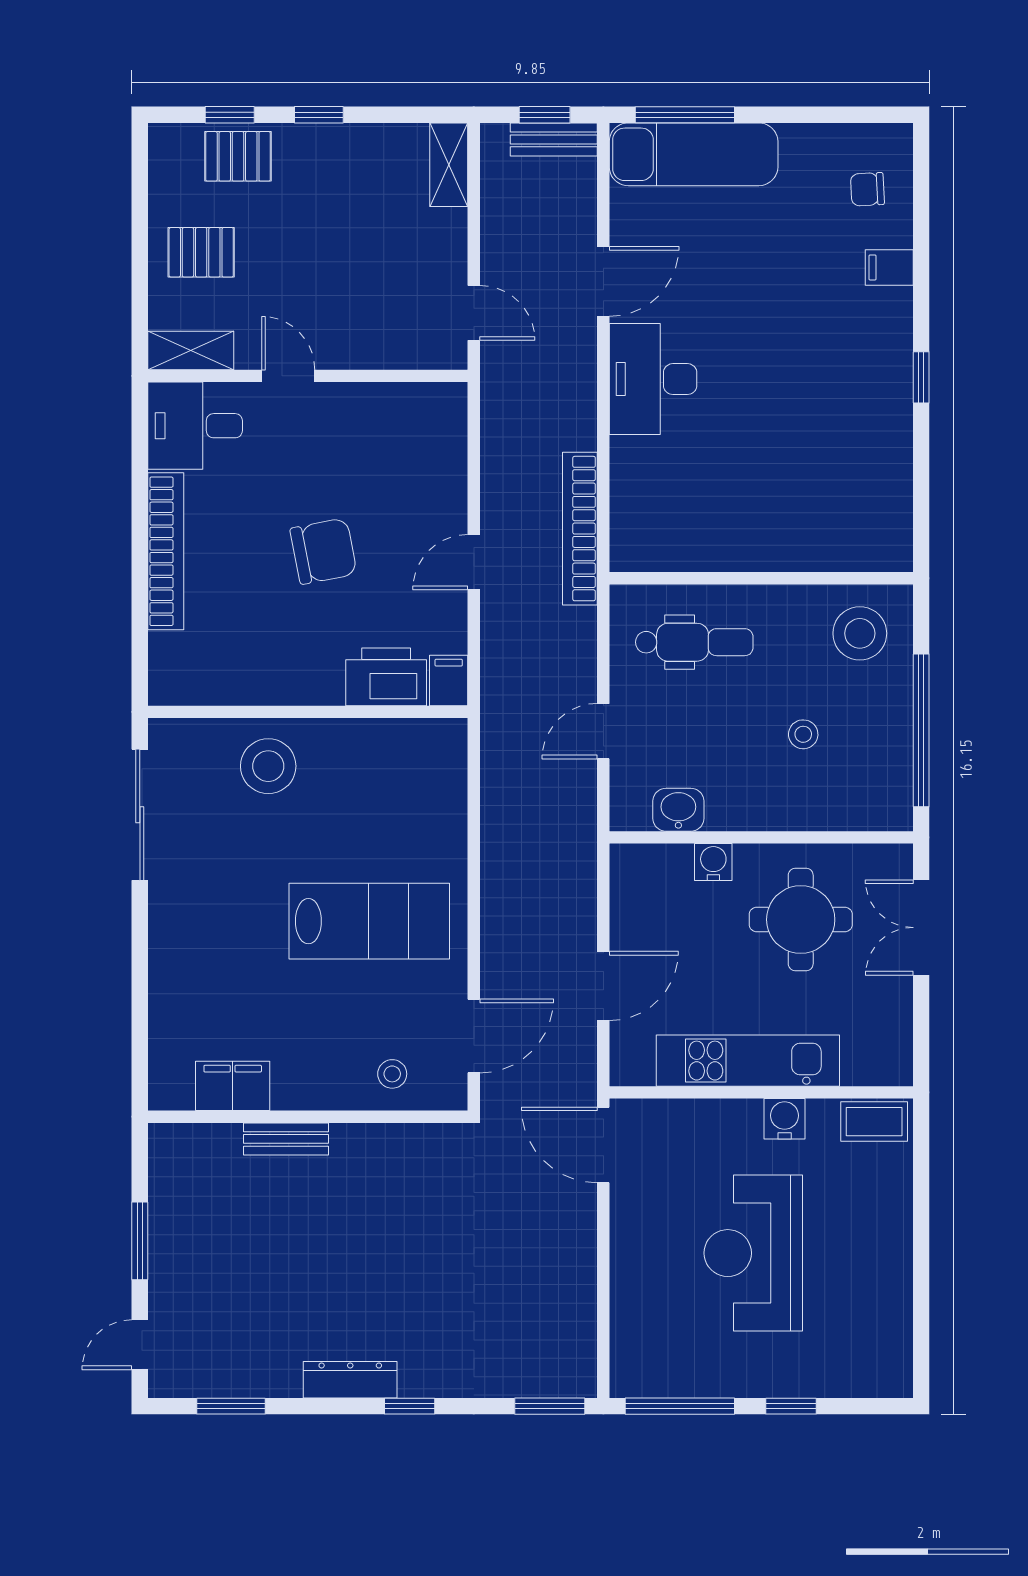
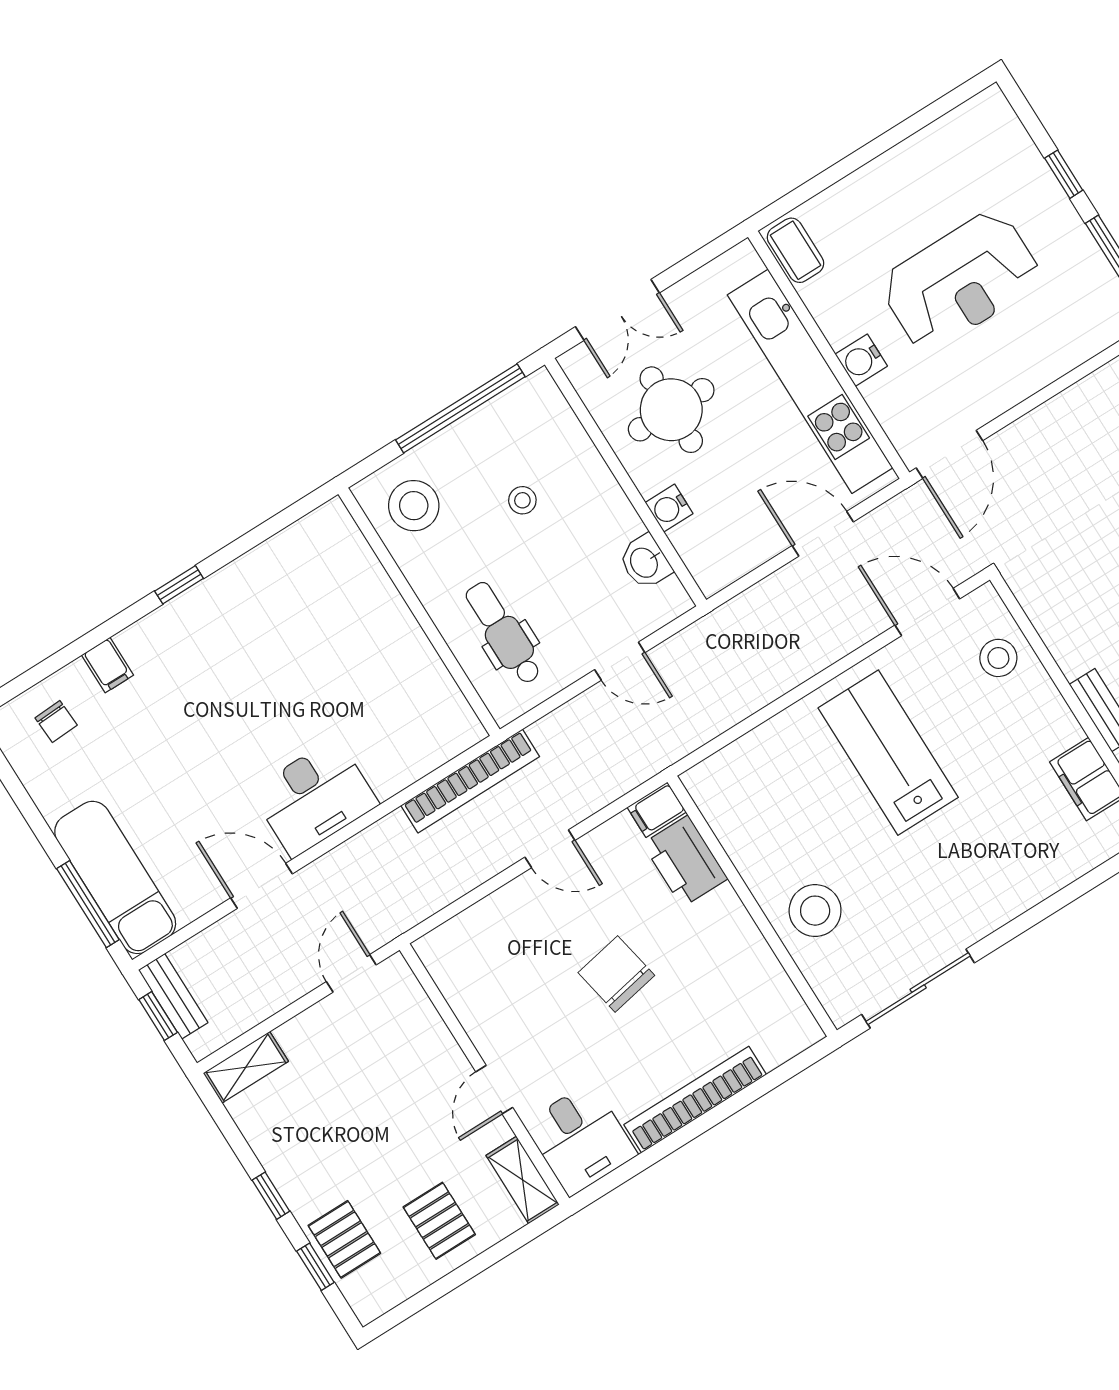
kitchen unit: (748, 1061) -> (810, 381), width x1.36
stool: (392, 1074) -> (998, 658), width x1.37, depth x1.37
water cooler: (785, 1119) -> (861, 360), moved

